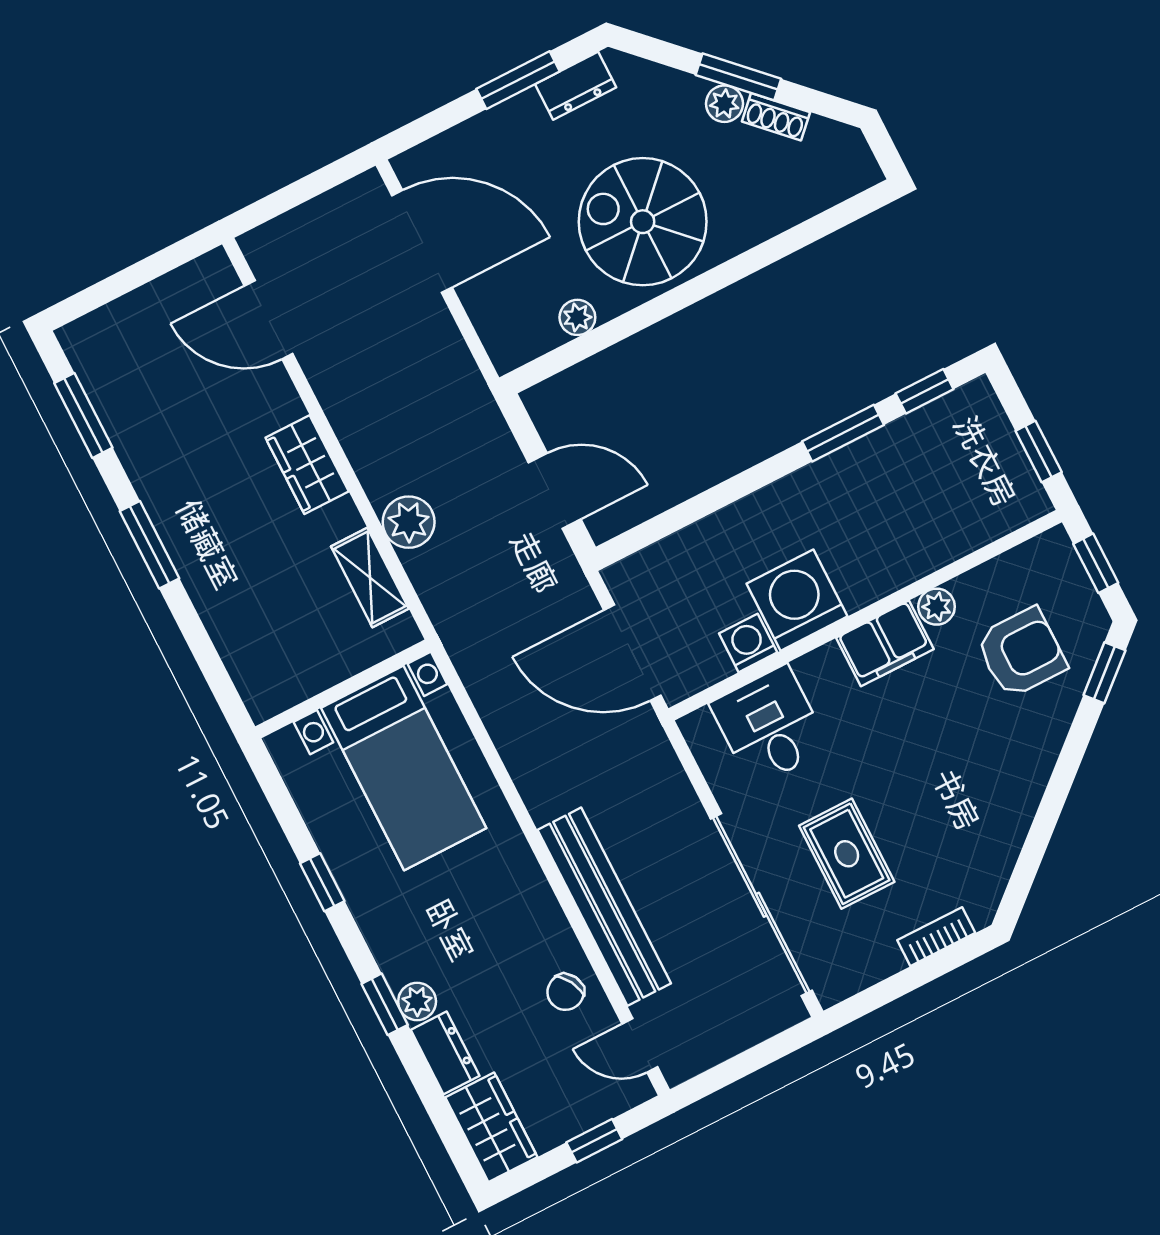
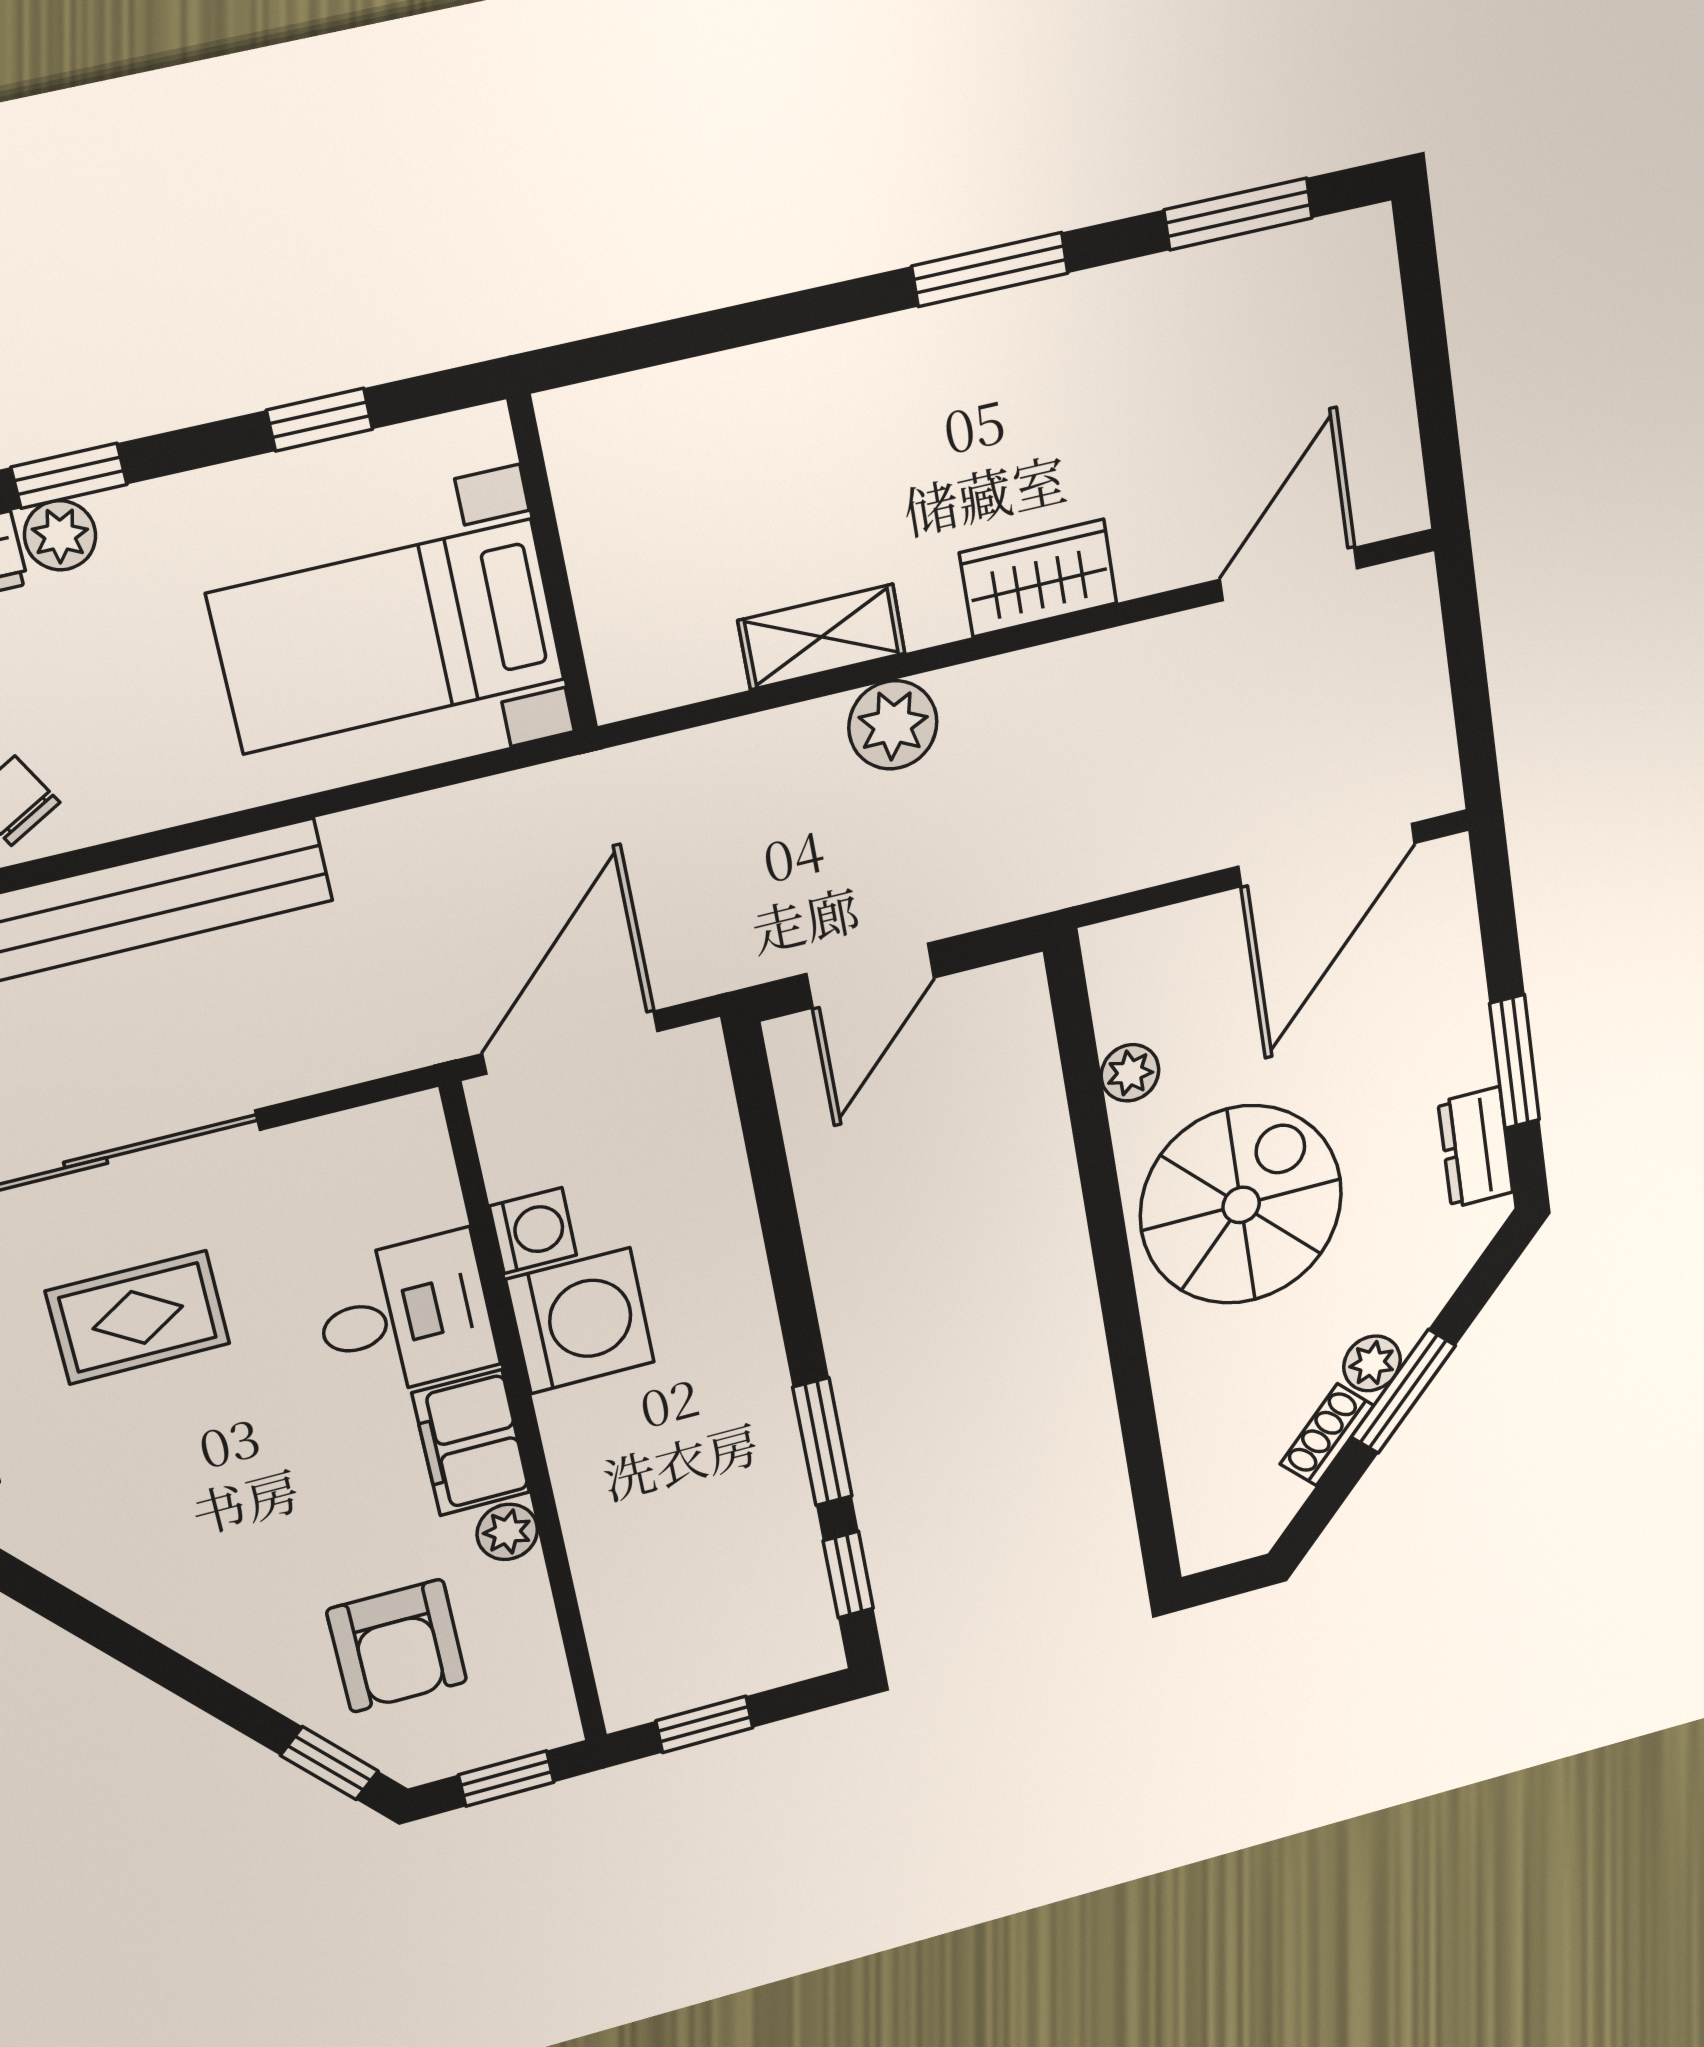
wall: (343, 689) -> (553, 565), moved
desk: (770, 726) -> (405, 1316), moved
bed with nightstands: (404, 768) -> (387, 637), moved

